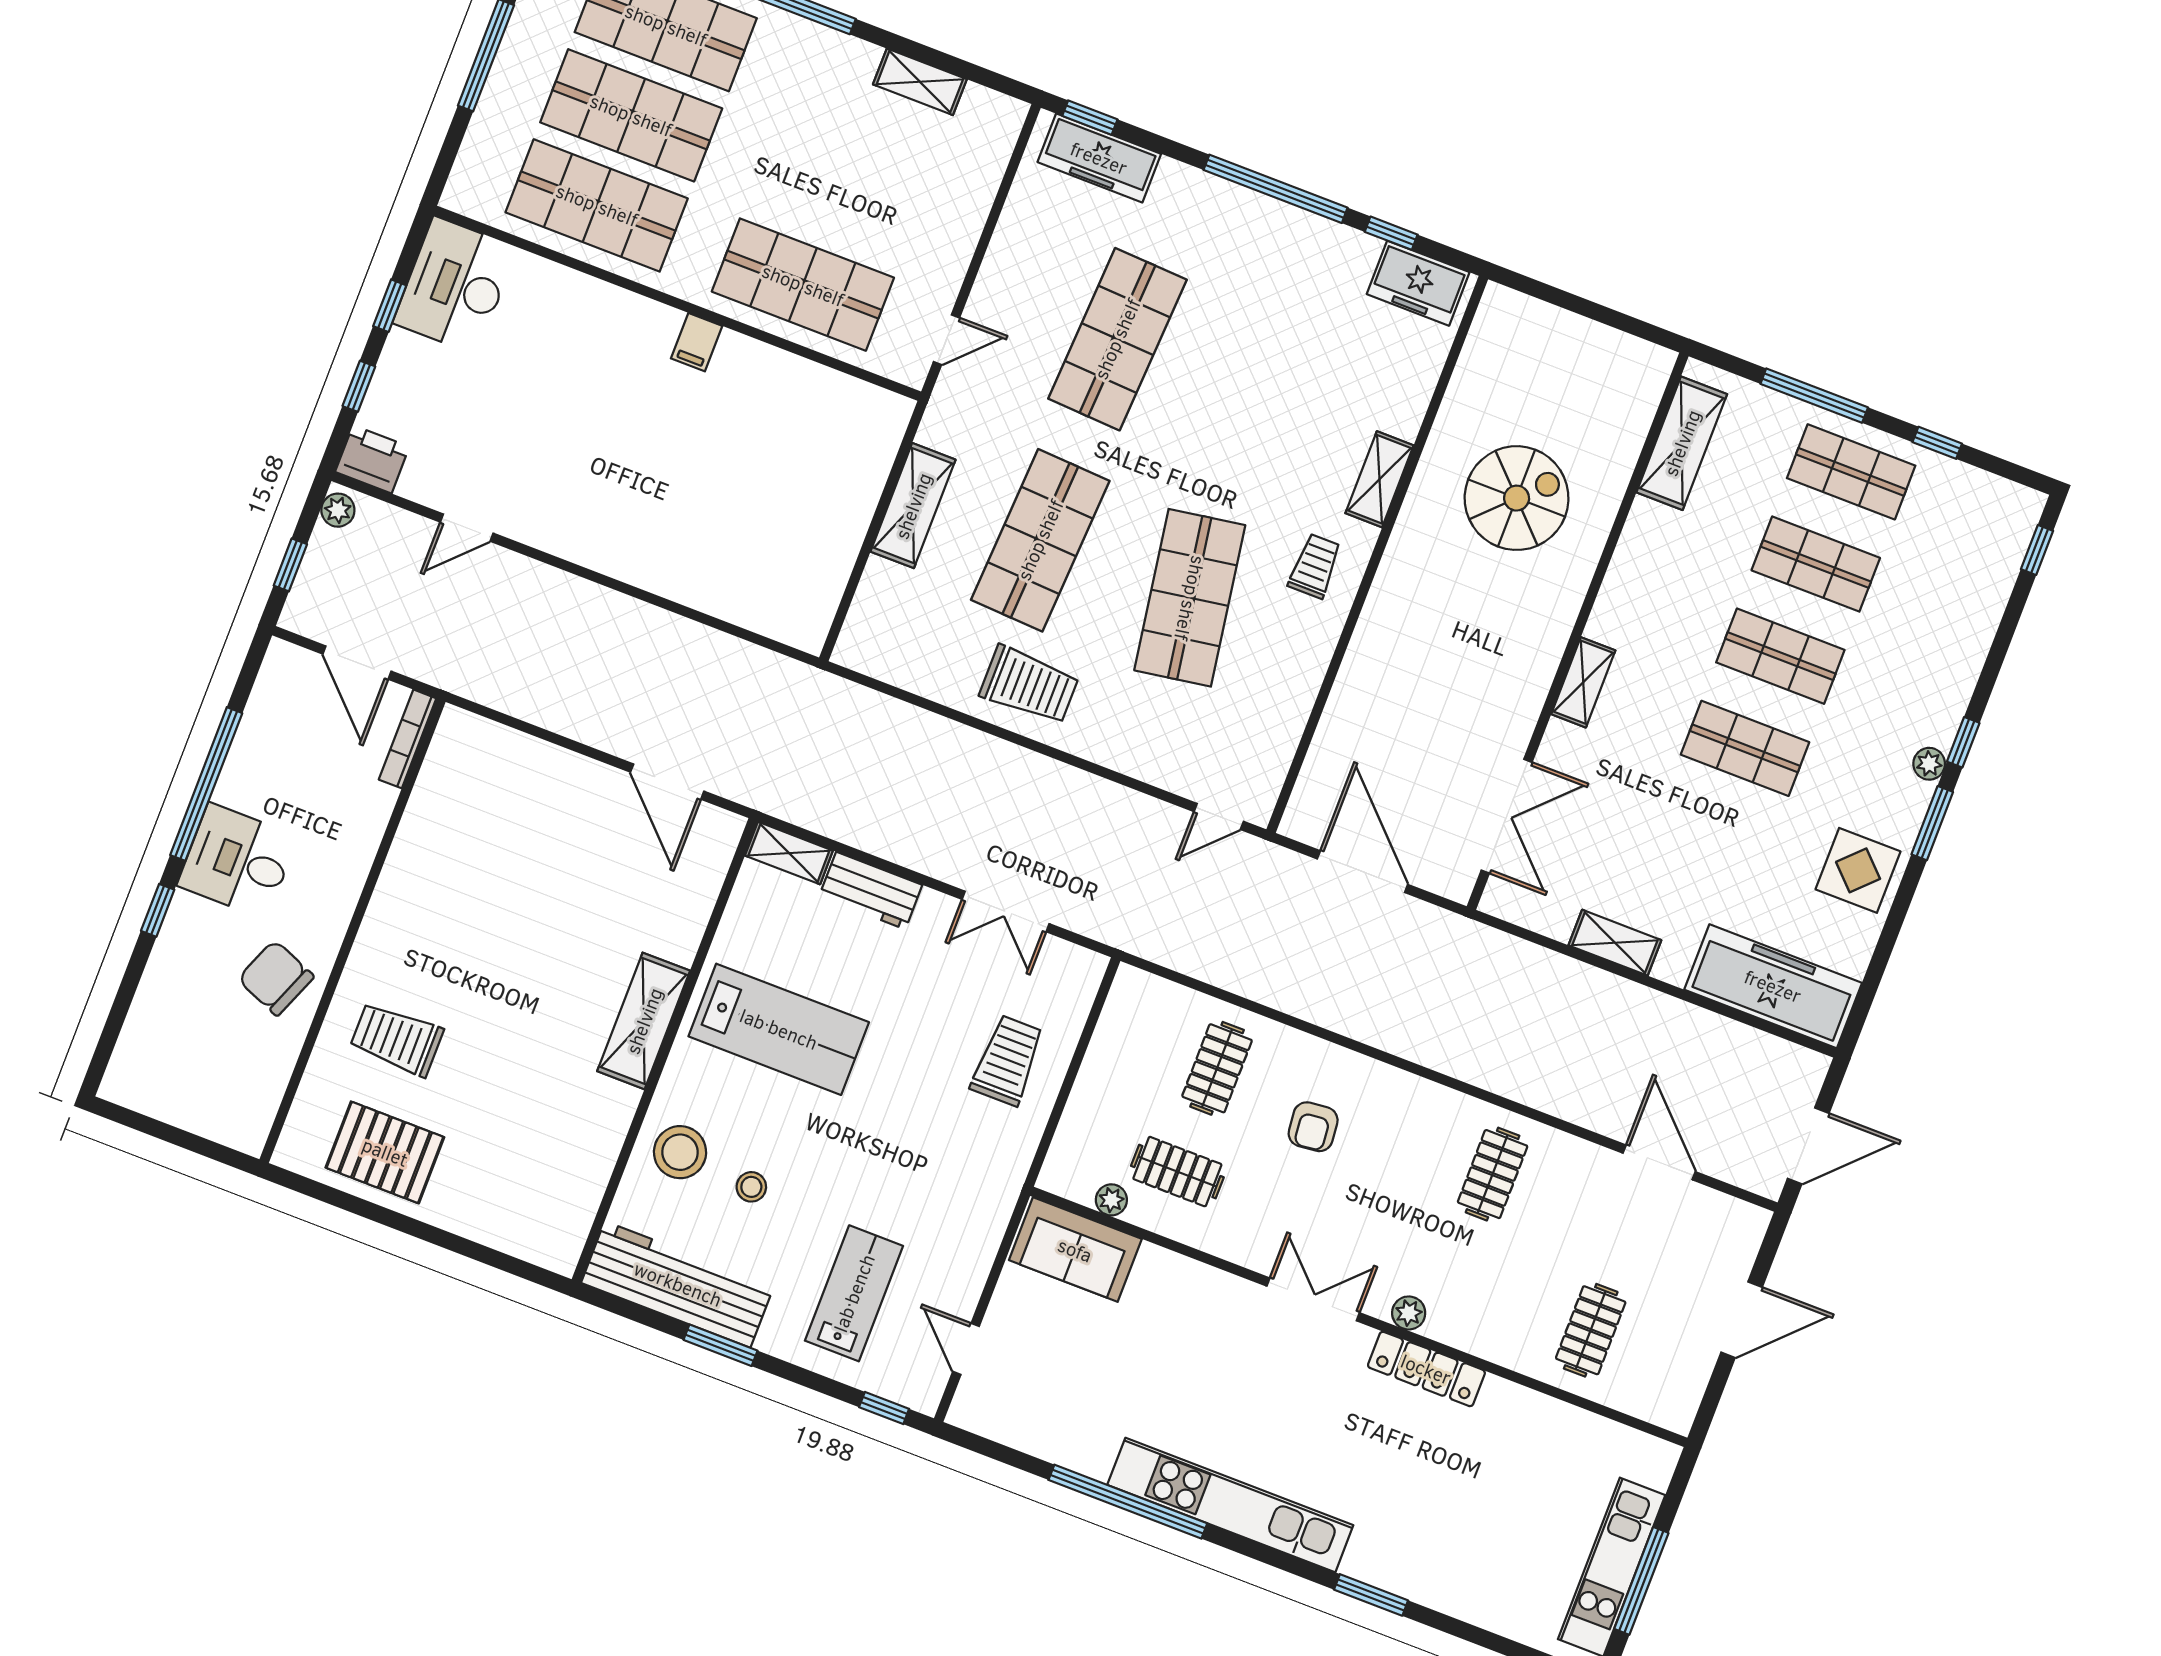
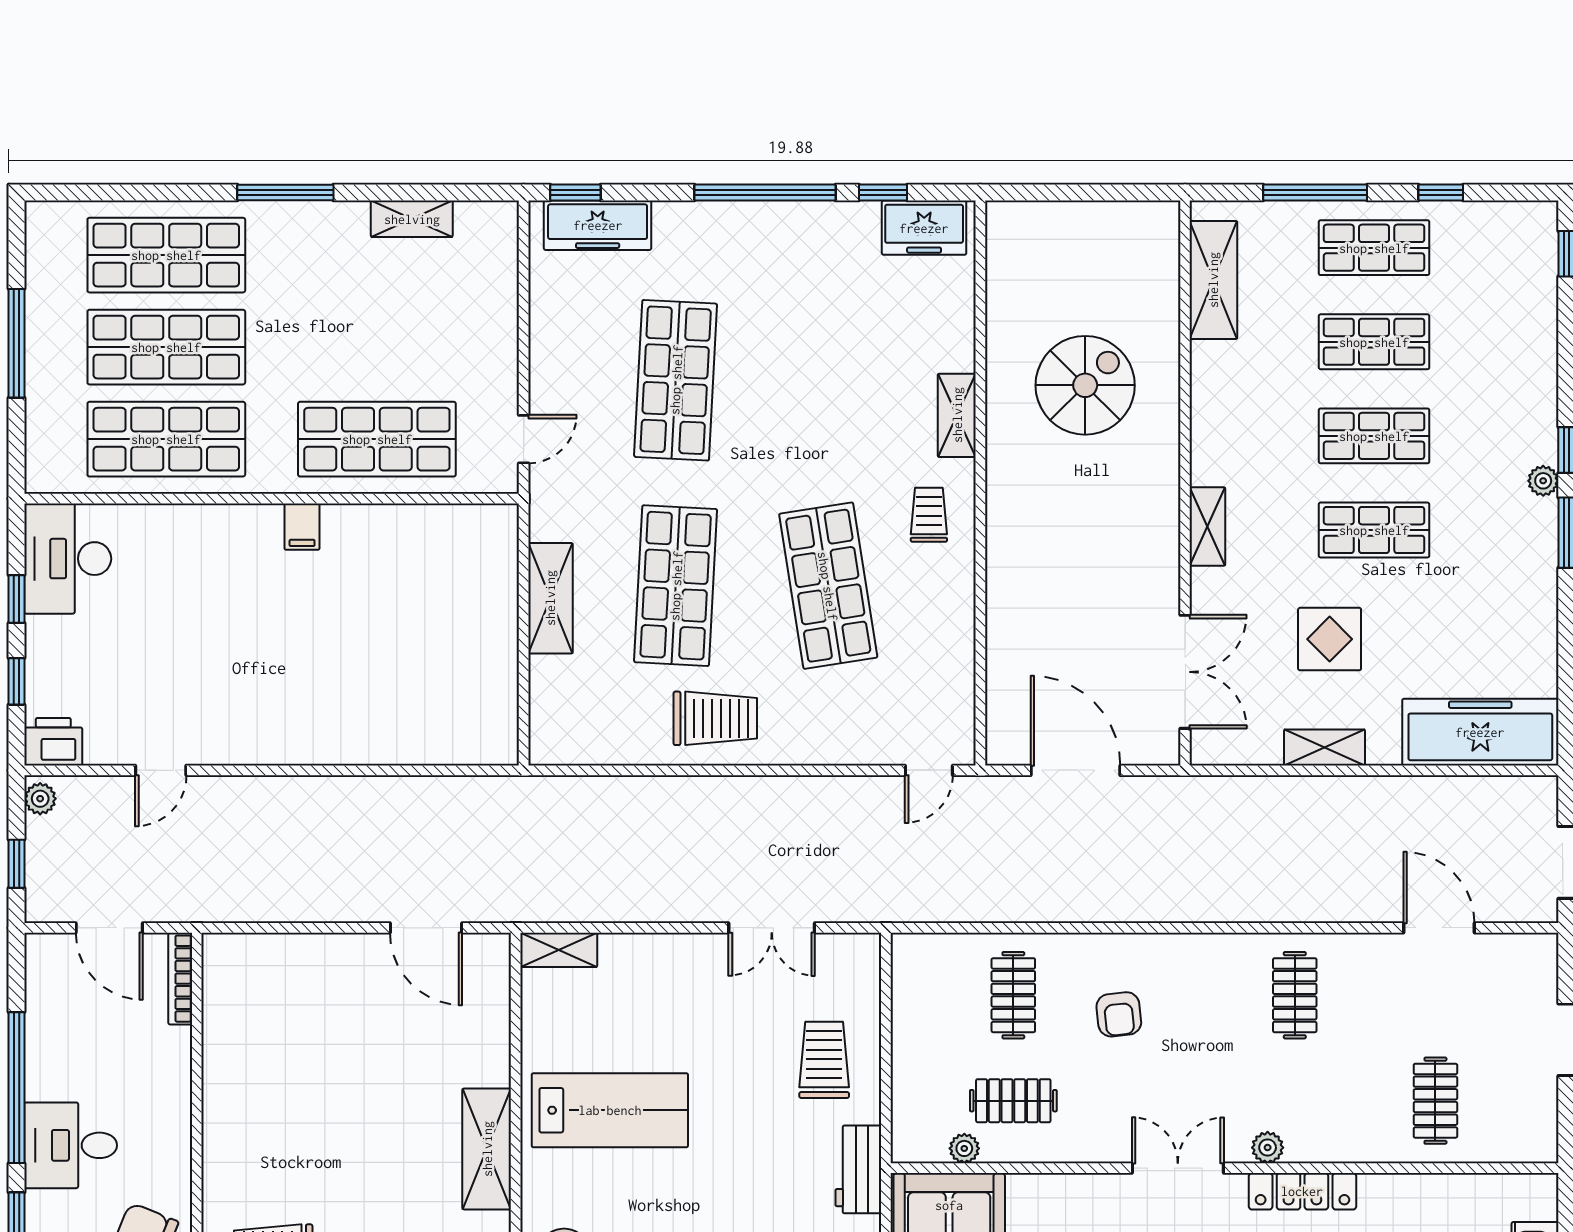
display table: (1858, 870) -> (1330, 639), moved
workbench: (871, 891) -> (858, 1169), moved, turned 90

